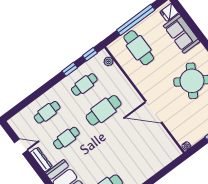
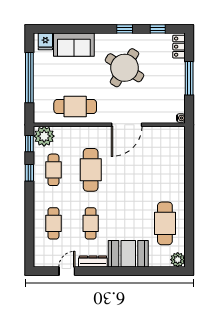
cafe table: (139, 48) -> (75, 106), moved
plant: (108, 61) -> (44, 136), width x1.88, depth x1.88

